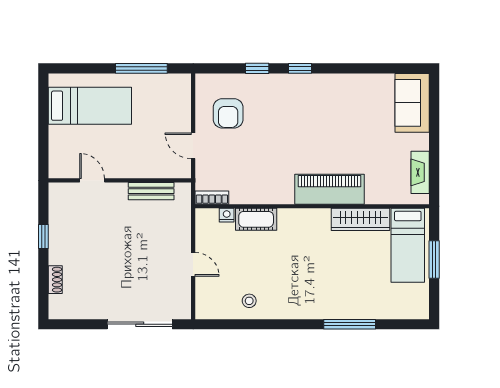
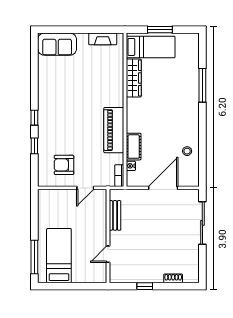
window: (141, 68) -> (34, 257), moved
armchair: (228, 113) -> (64, 165), turned 180
piano: (330, 189) -> (114, 130), moved
door: (193, 264) -> (163, 188), width x1.88

